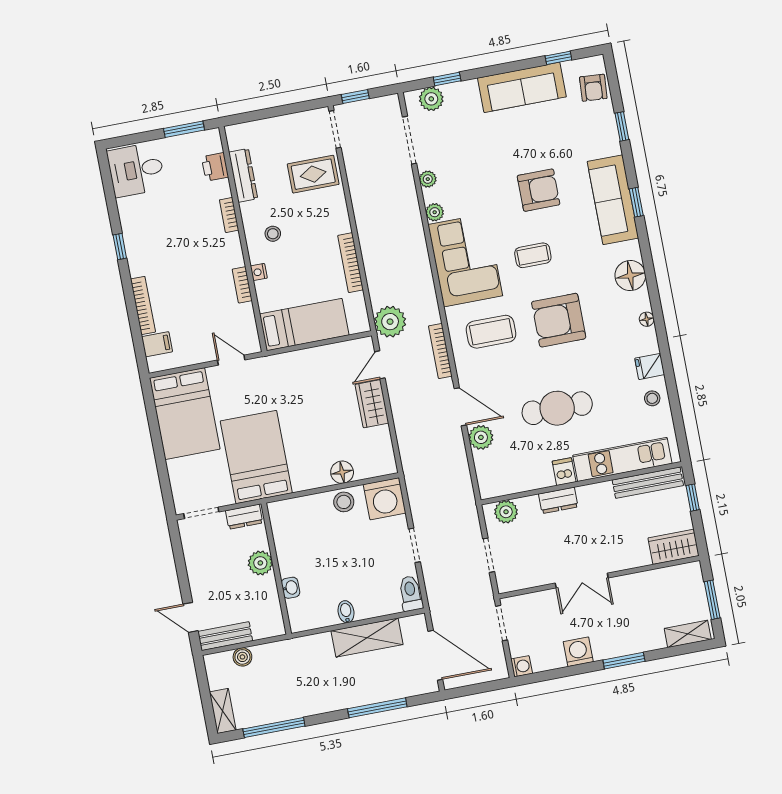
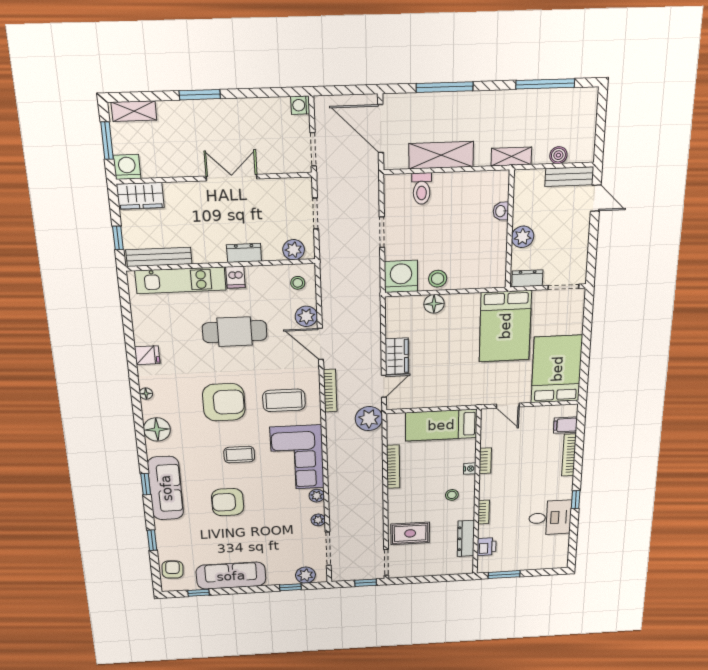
desk: (136, 170) -> (550, 518), moved
stool: (652, 398) -> (298, 283), moved
toilet: (411, 593) -> (422, 189), moved
bidet: (346, 612) -> (456, 182), removed
washing machine: (578, 652) -> (127, 167), moved, turned 180
shelving: (223, 711) -> (511, 156), moved, turned 90

